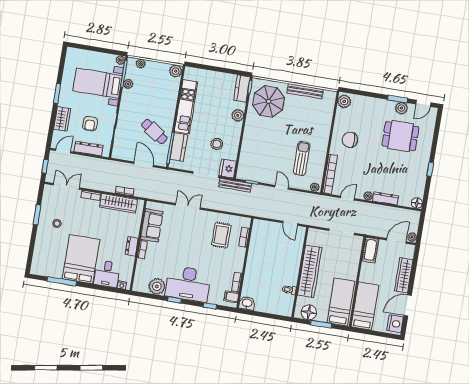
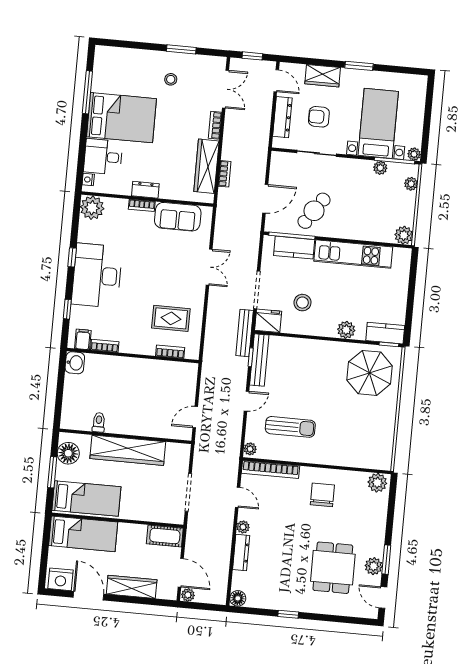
bench: (305, 91) -> (259, 360), moved
plant: (157, 286) -> (92, 208), moved

